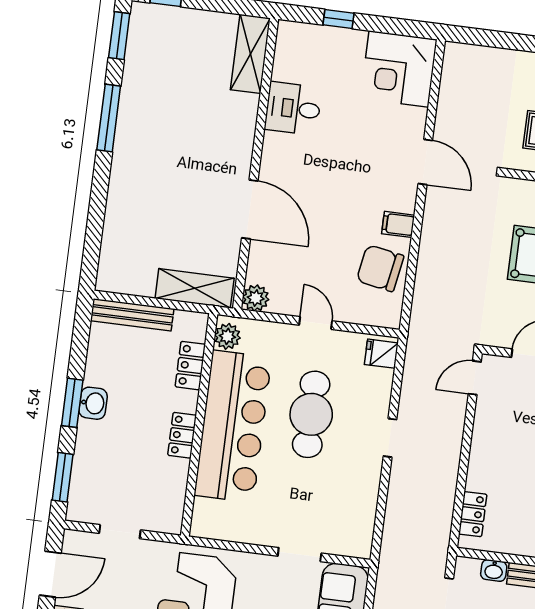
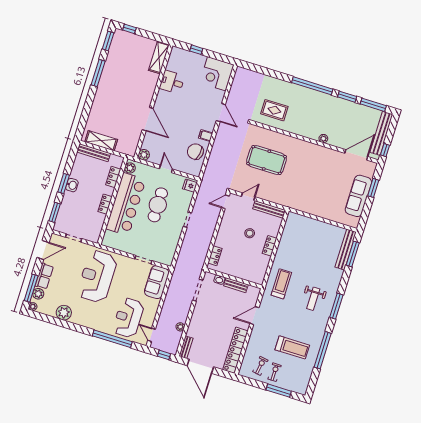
shelving: (195, 288) -> (101, 141), moved

